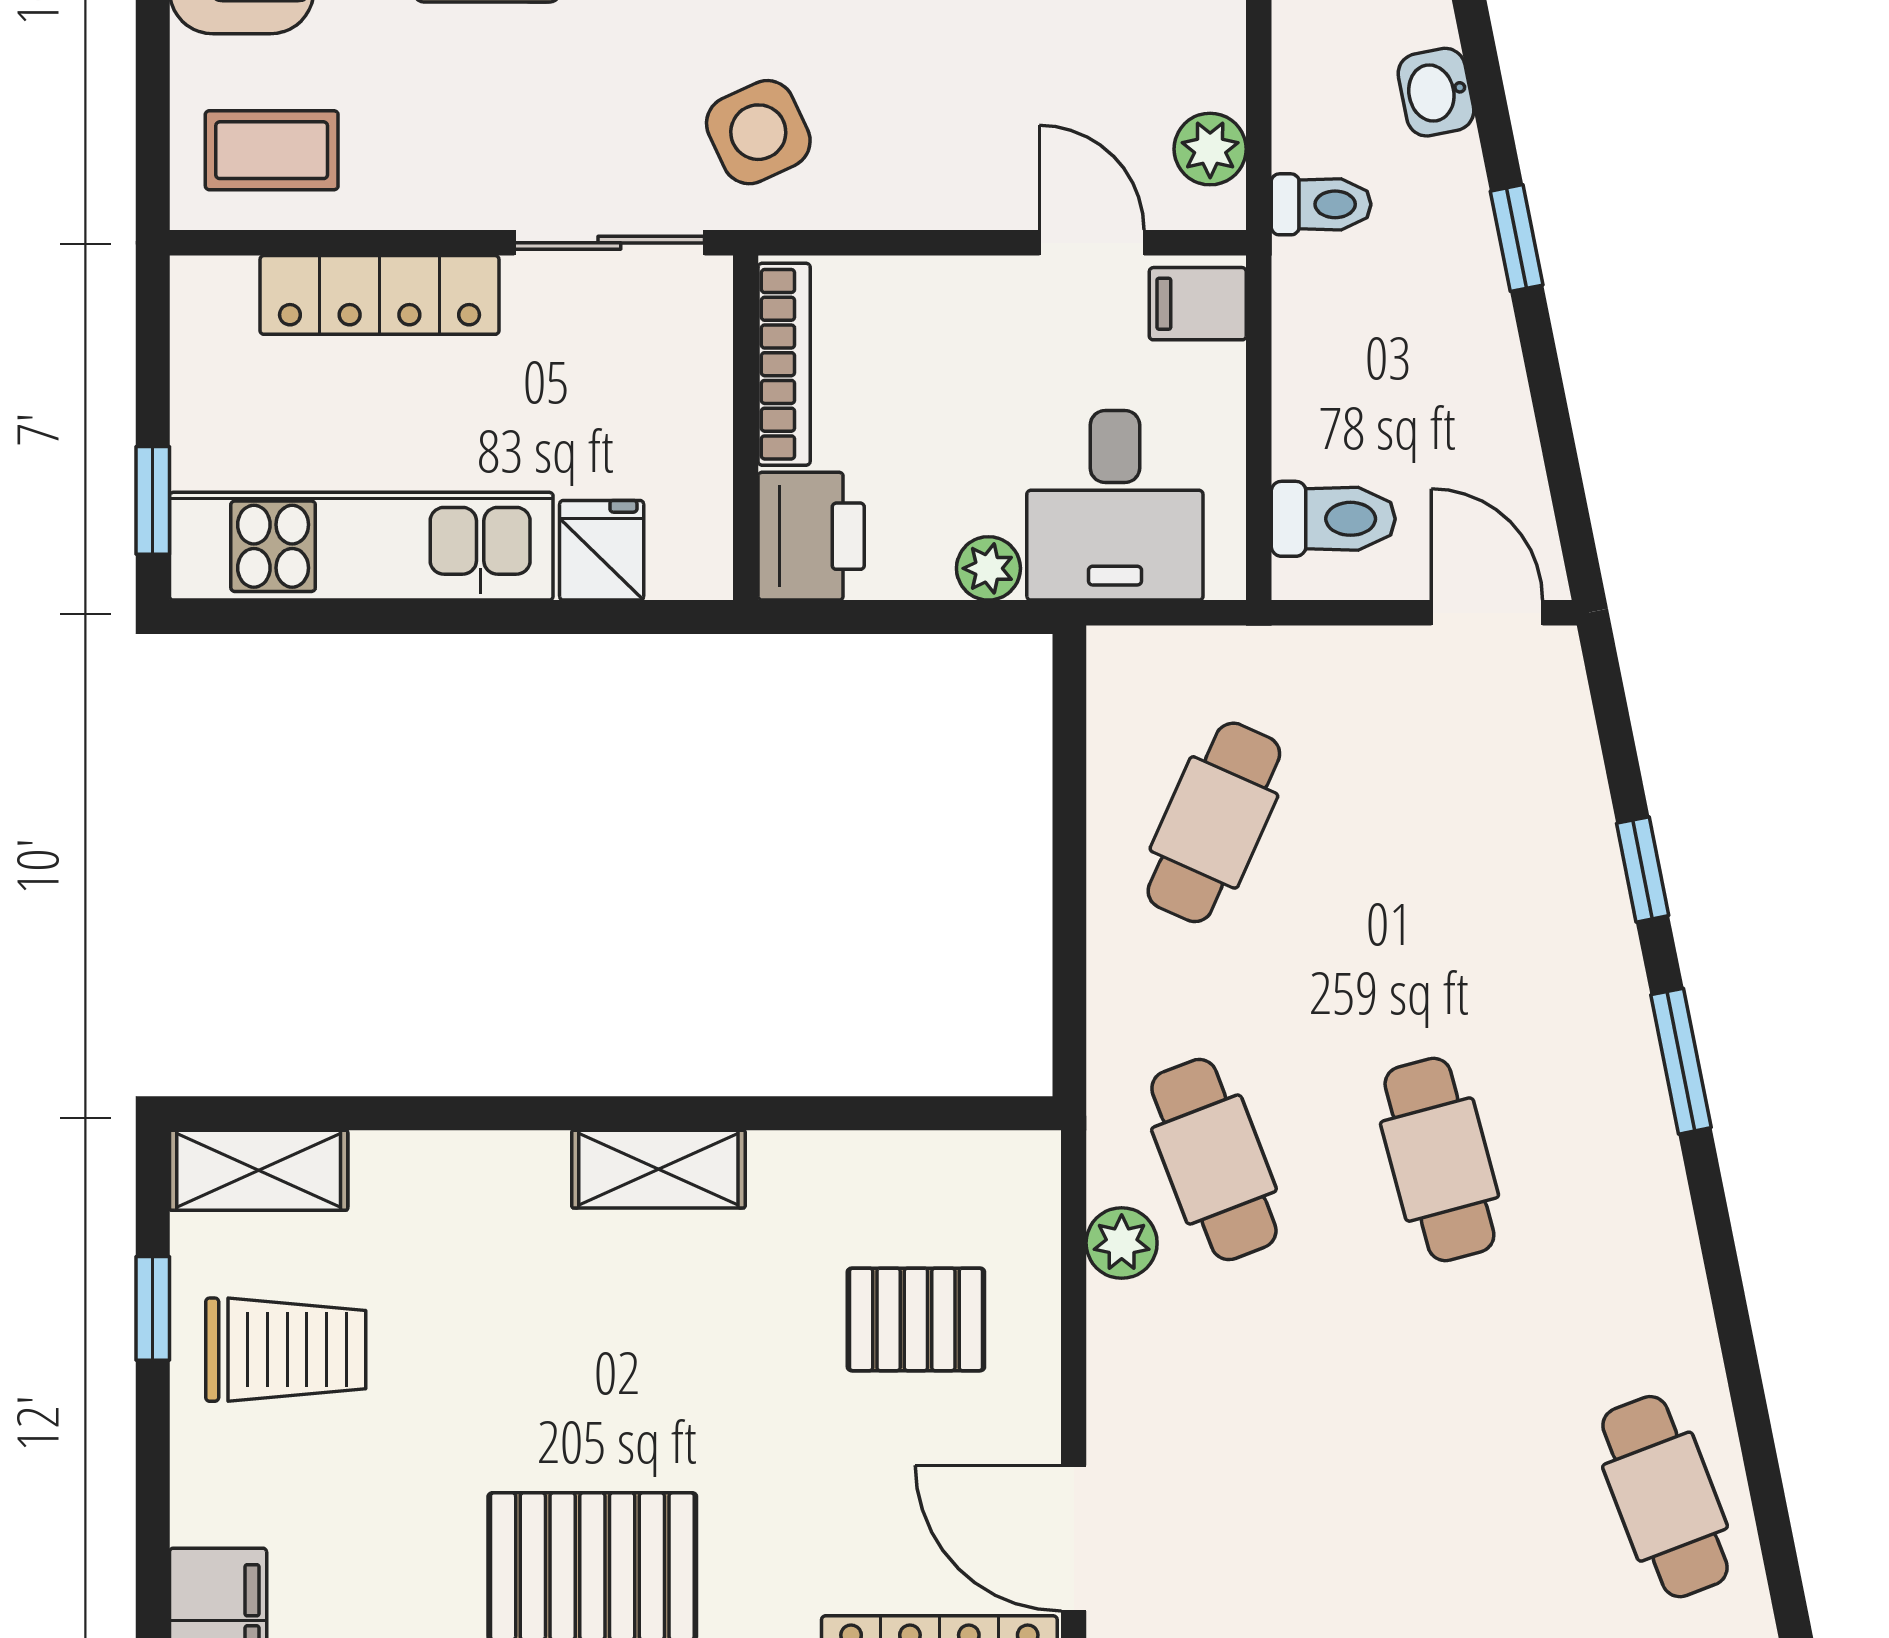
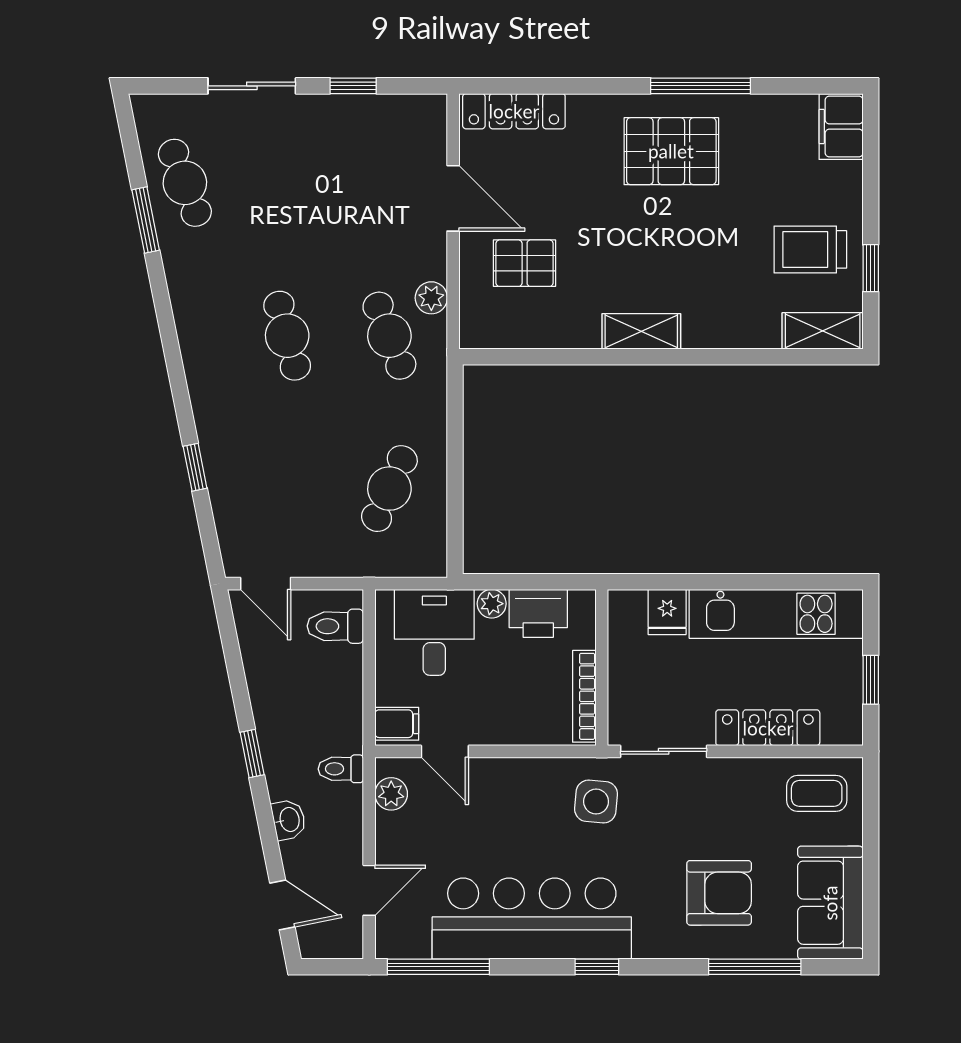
side table: (758, 132) -> (596, 802), turned 30
window: (153, 500) -> (871, 680), moved
printer: (811, 536) -> (538, 613), moved, turned -90
window: (1681, 1061) -> (146, 220), moved
door: (1074, 1538) -> (453, 198), moved

